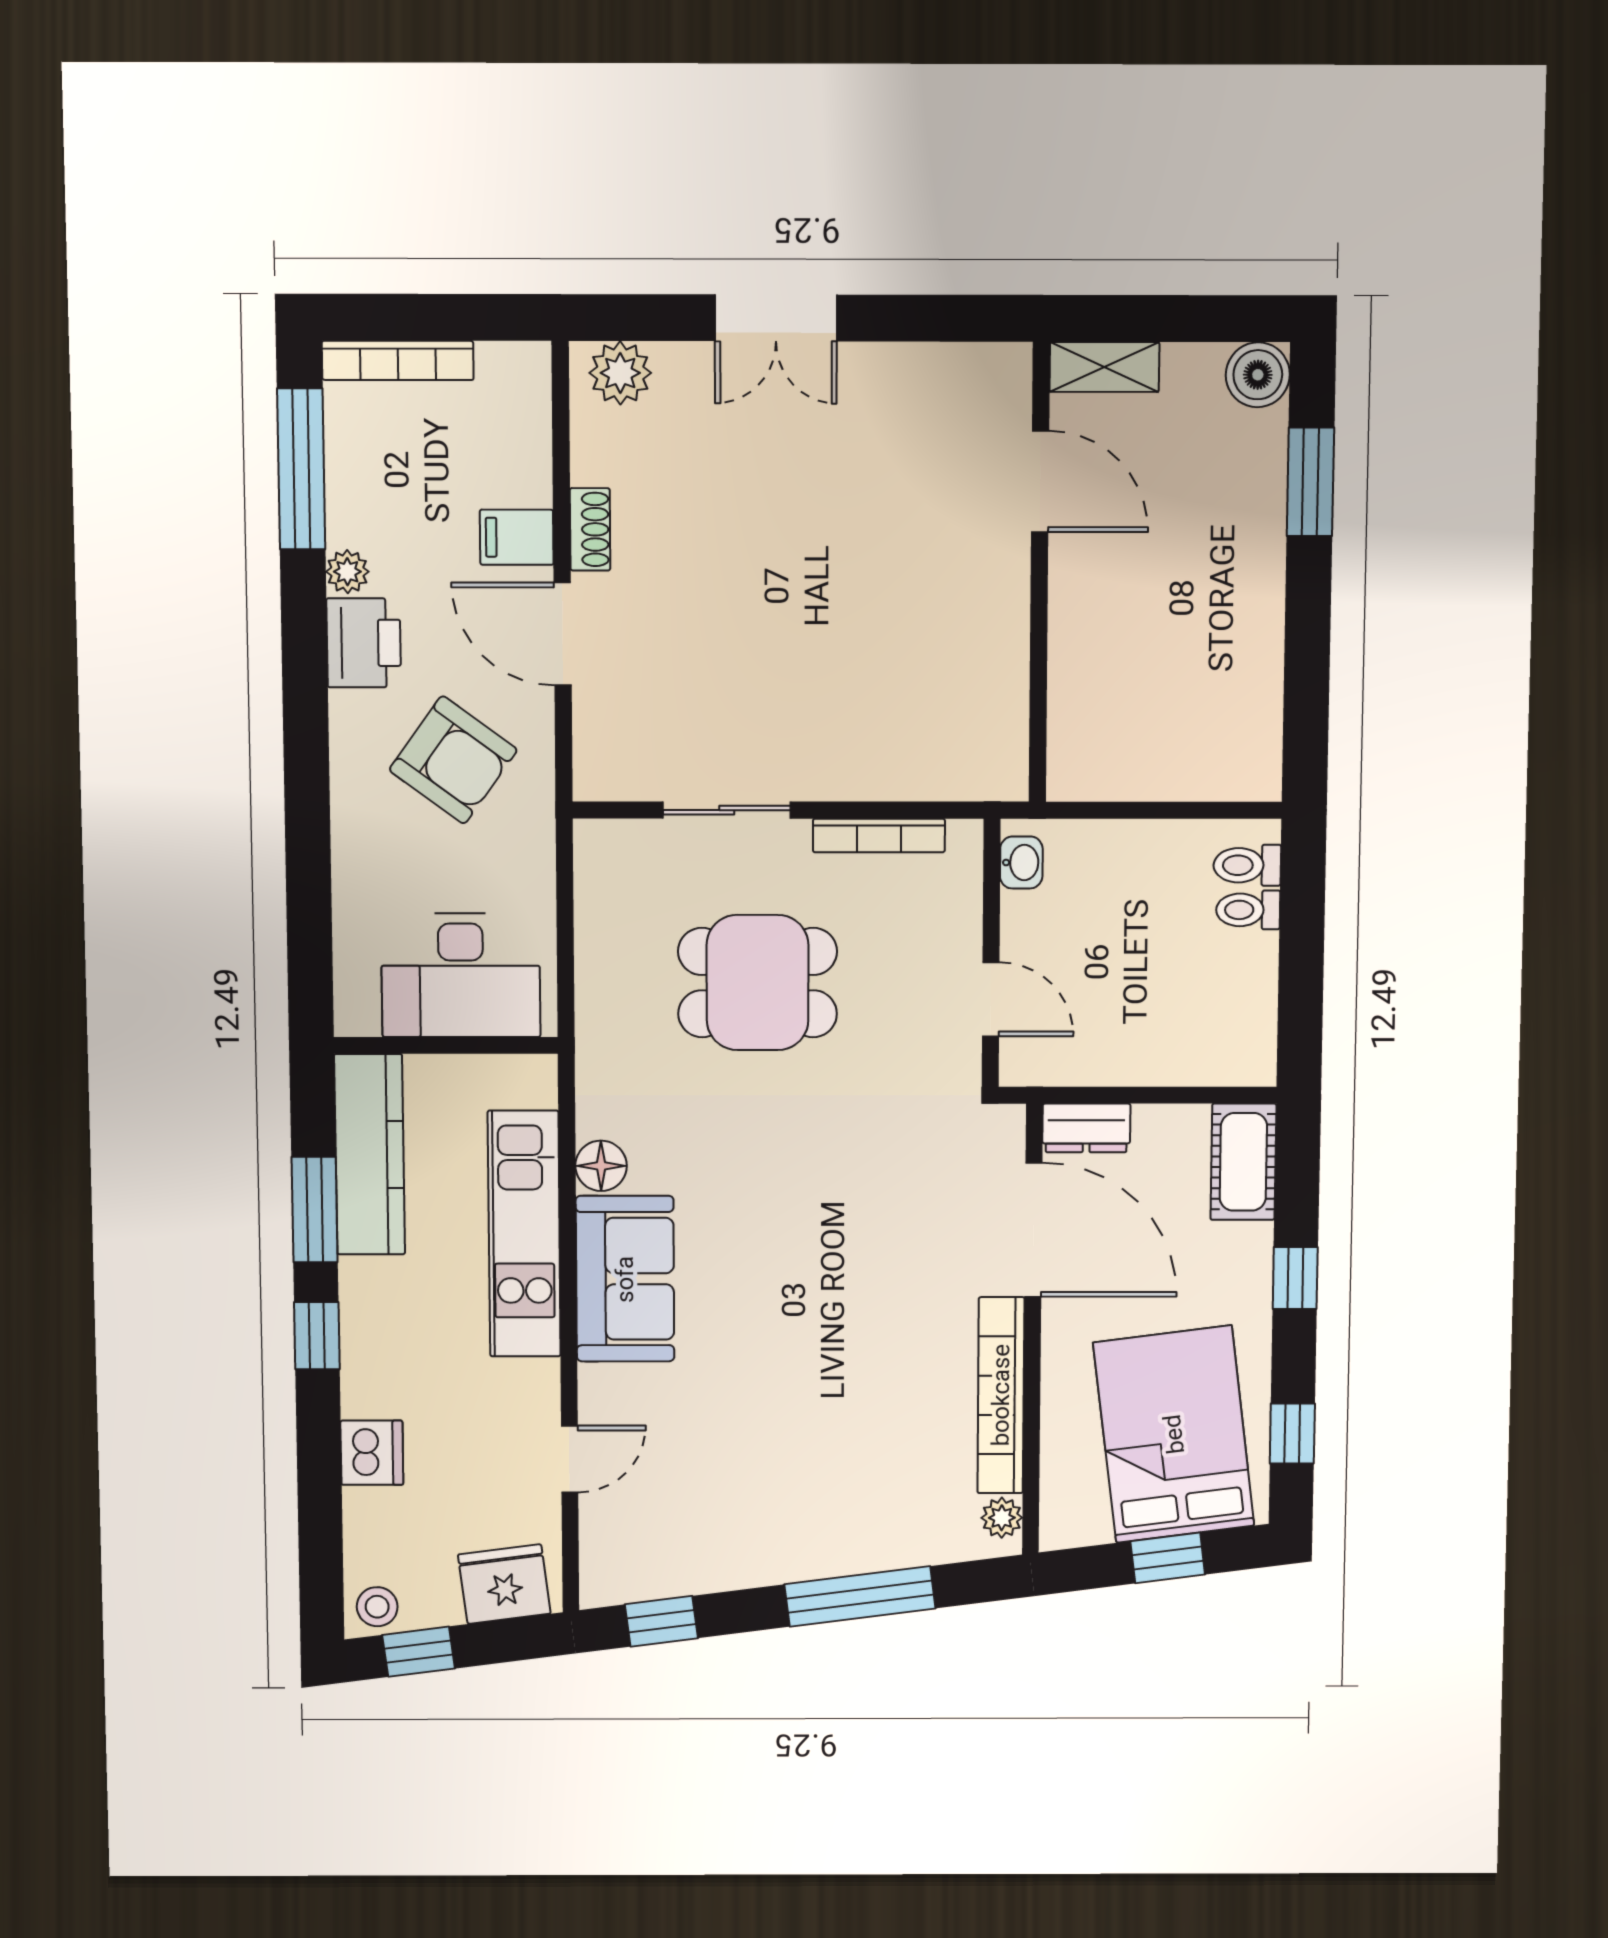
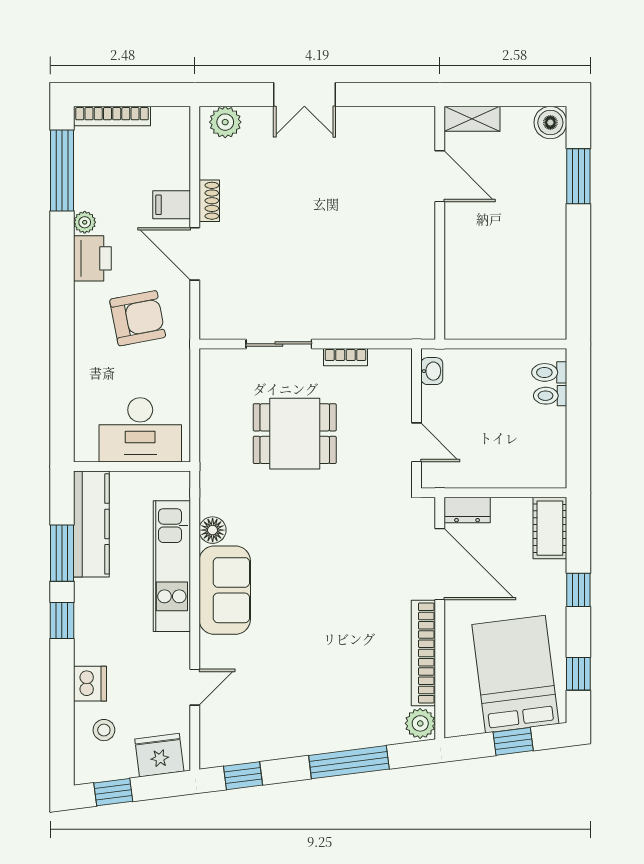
armchair: (453, 760) -> (138, 318), turned -47
bookcase: (879, 836) -> (345, 357), width x0.64
plant: (1002, 1518) -> (420, 723), width x1.38, depth x1.38
stool: (377, 1607) -> (104, 730), moved

